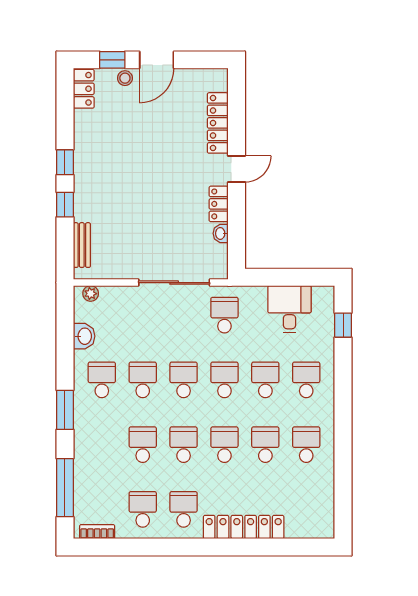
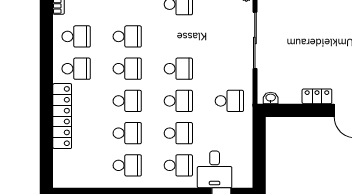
washbasin: (221, 233) -> (271, 98), moved
sliding door: (174, 283) -> (255, 40), moved
desk: (289, 309) -> (215, 169), moved, turned 90
school desk: (143, 380) -> (178, 36), removed

